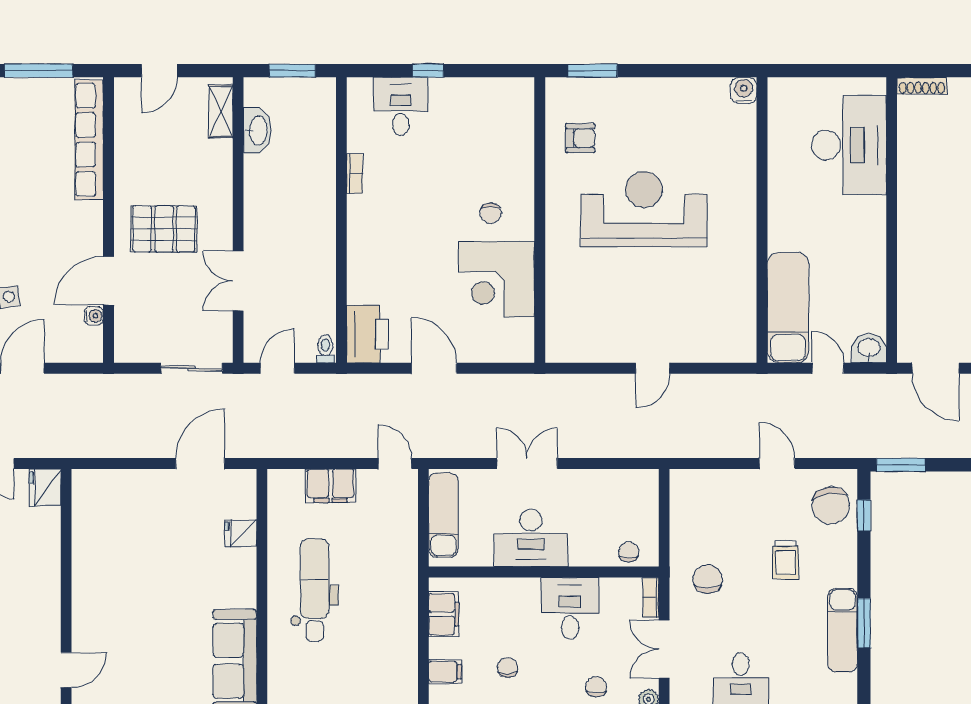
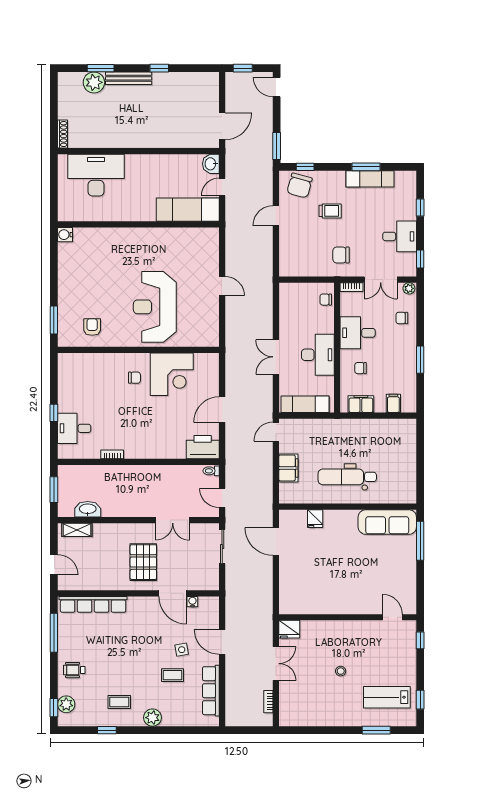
reception desk: (644, 209) -> (155, 307), moved
chair: (831, 505) -> (300, 185), turned 112
chair: (508, 668) -> (361, 368), moved

